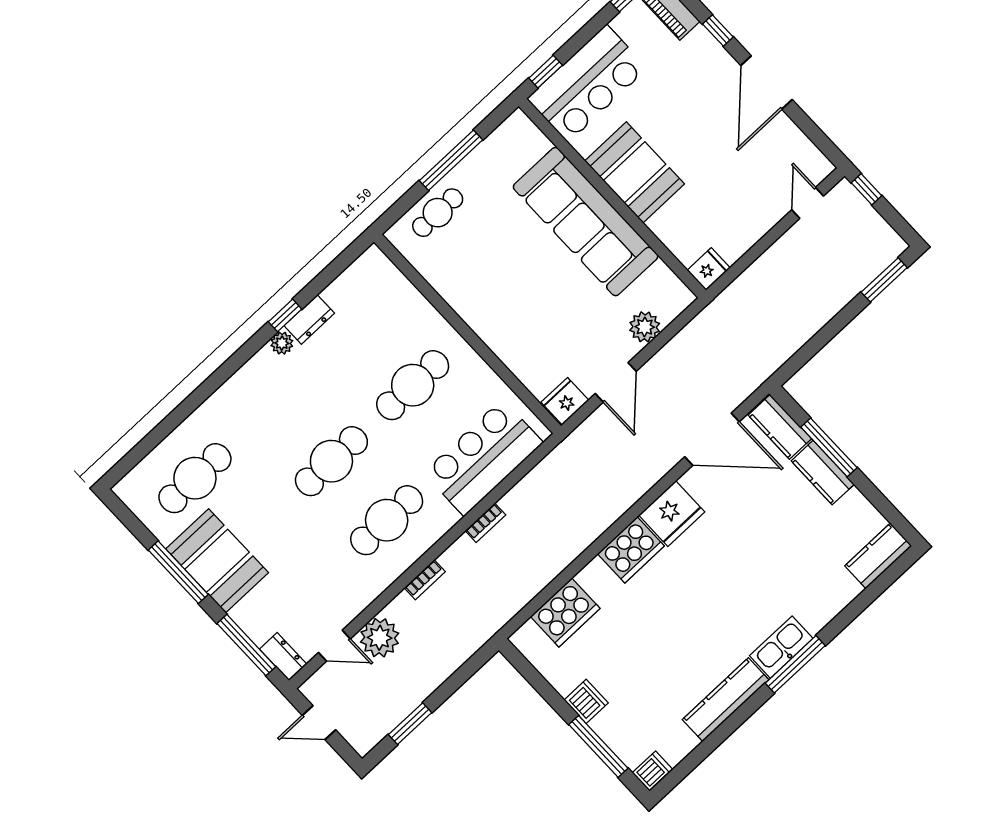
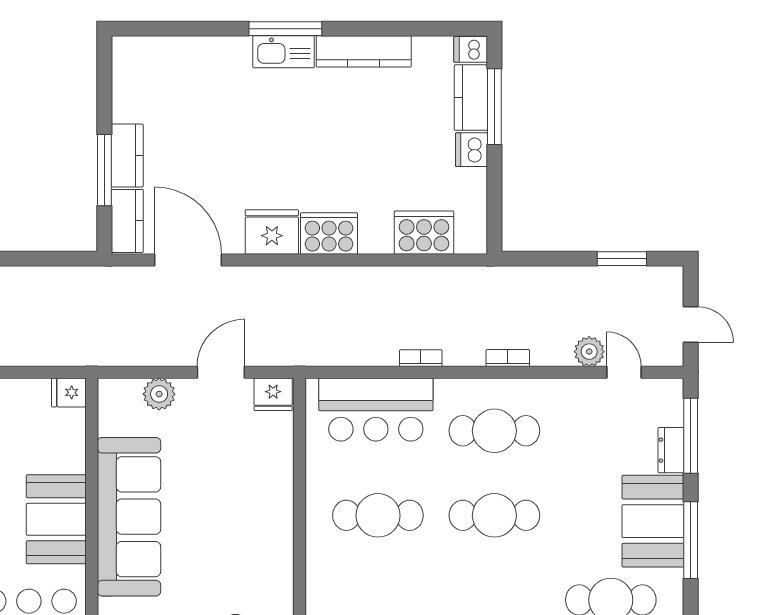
kitchen counter: (878, 556) -> (471, 98), moved, turned 90
plant: (380, 638) -> (589, 352), width x0.73, depth x0.73
dresser: (283, 657) -> (671, 450), moved

